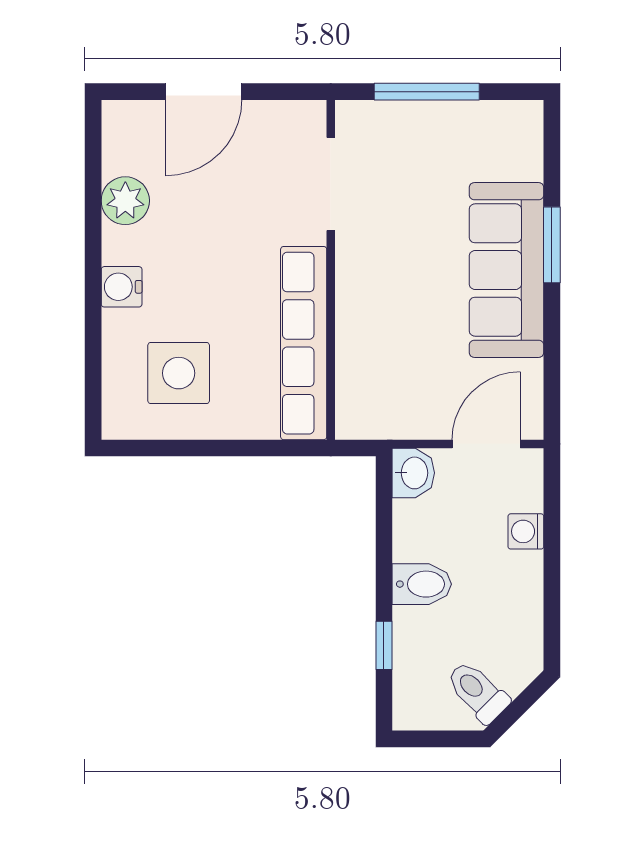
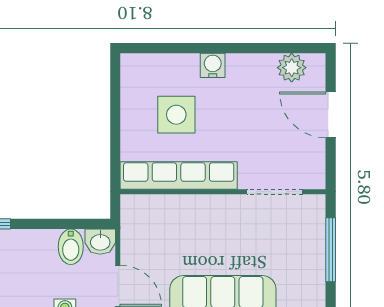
plant: (125, 201) -> (292, 68), moved
side table: (179, 373) -> (176, 115), moved
bidet: (422, 584) -> (71, 247), moved

